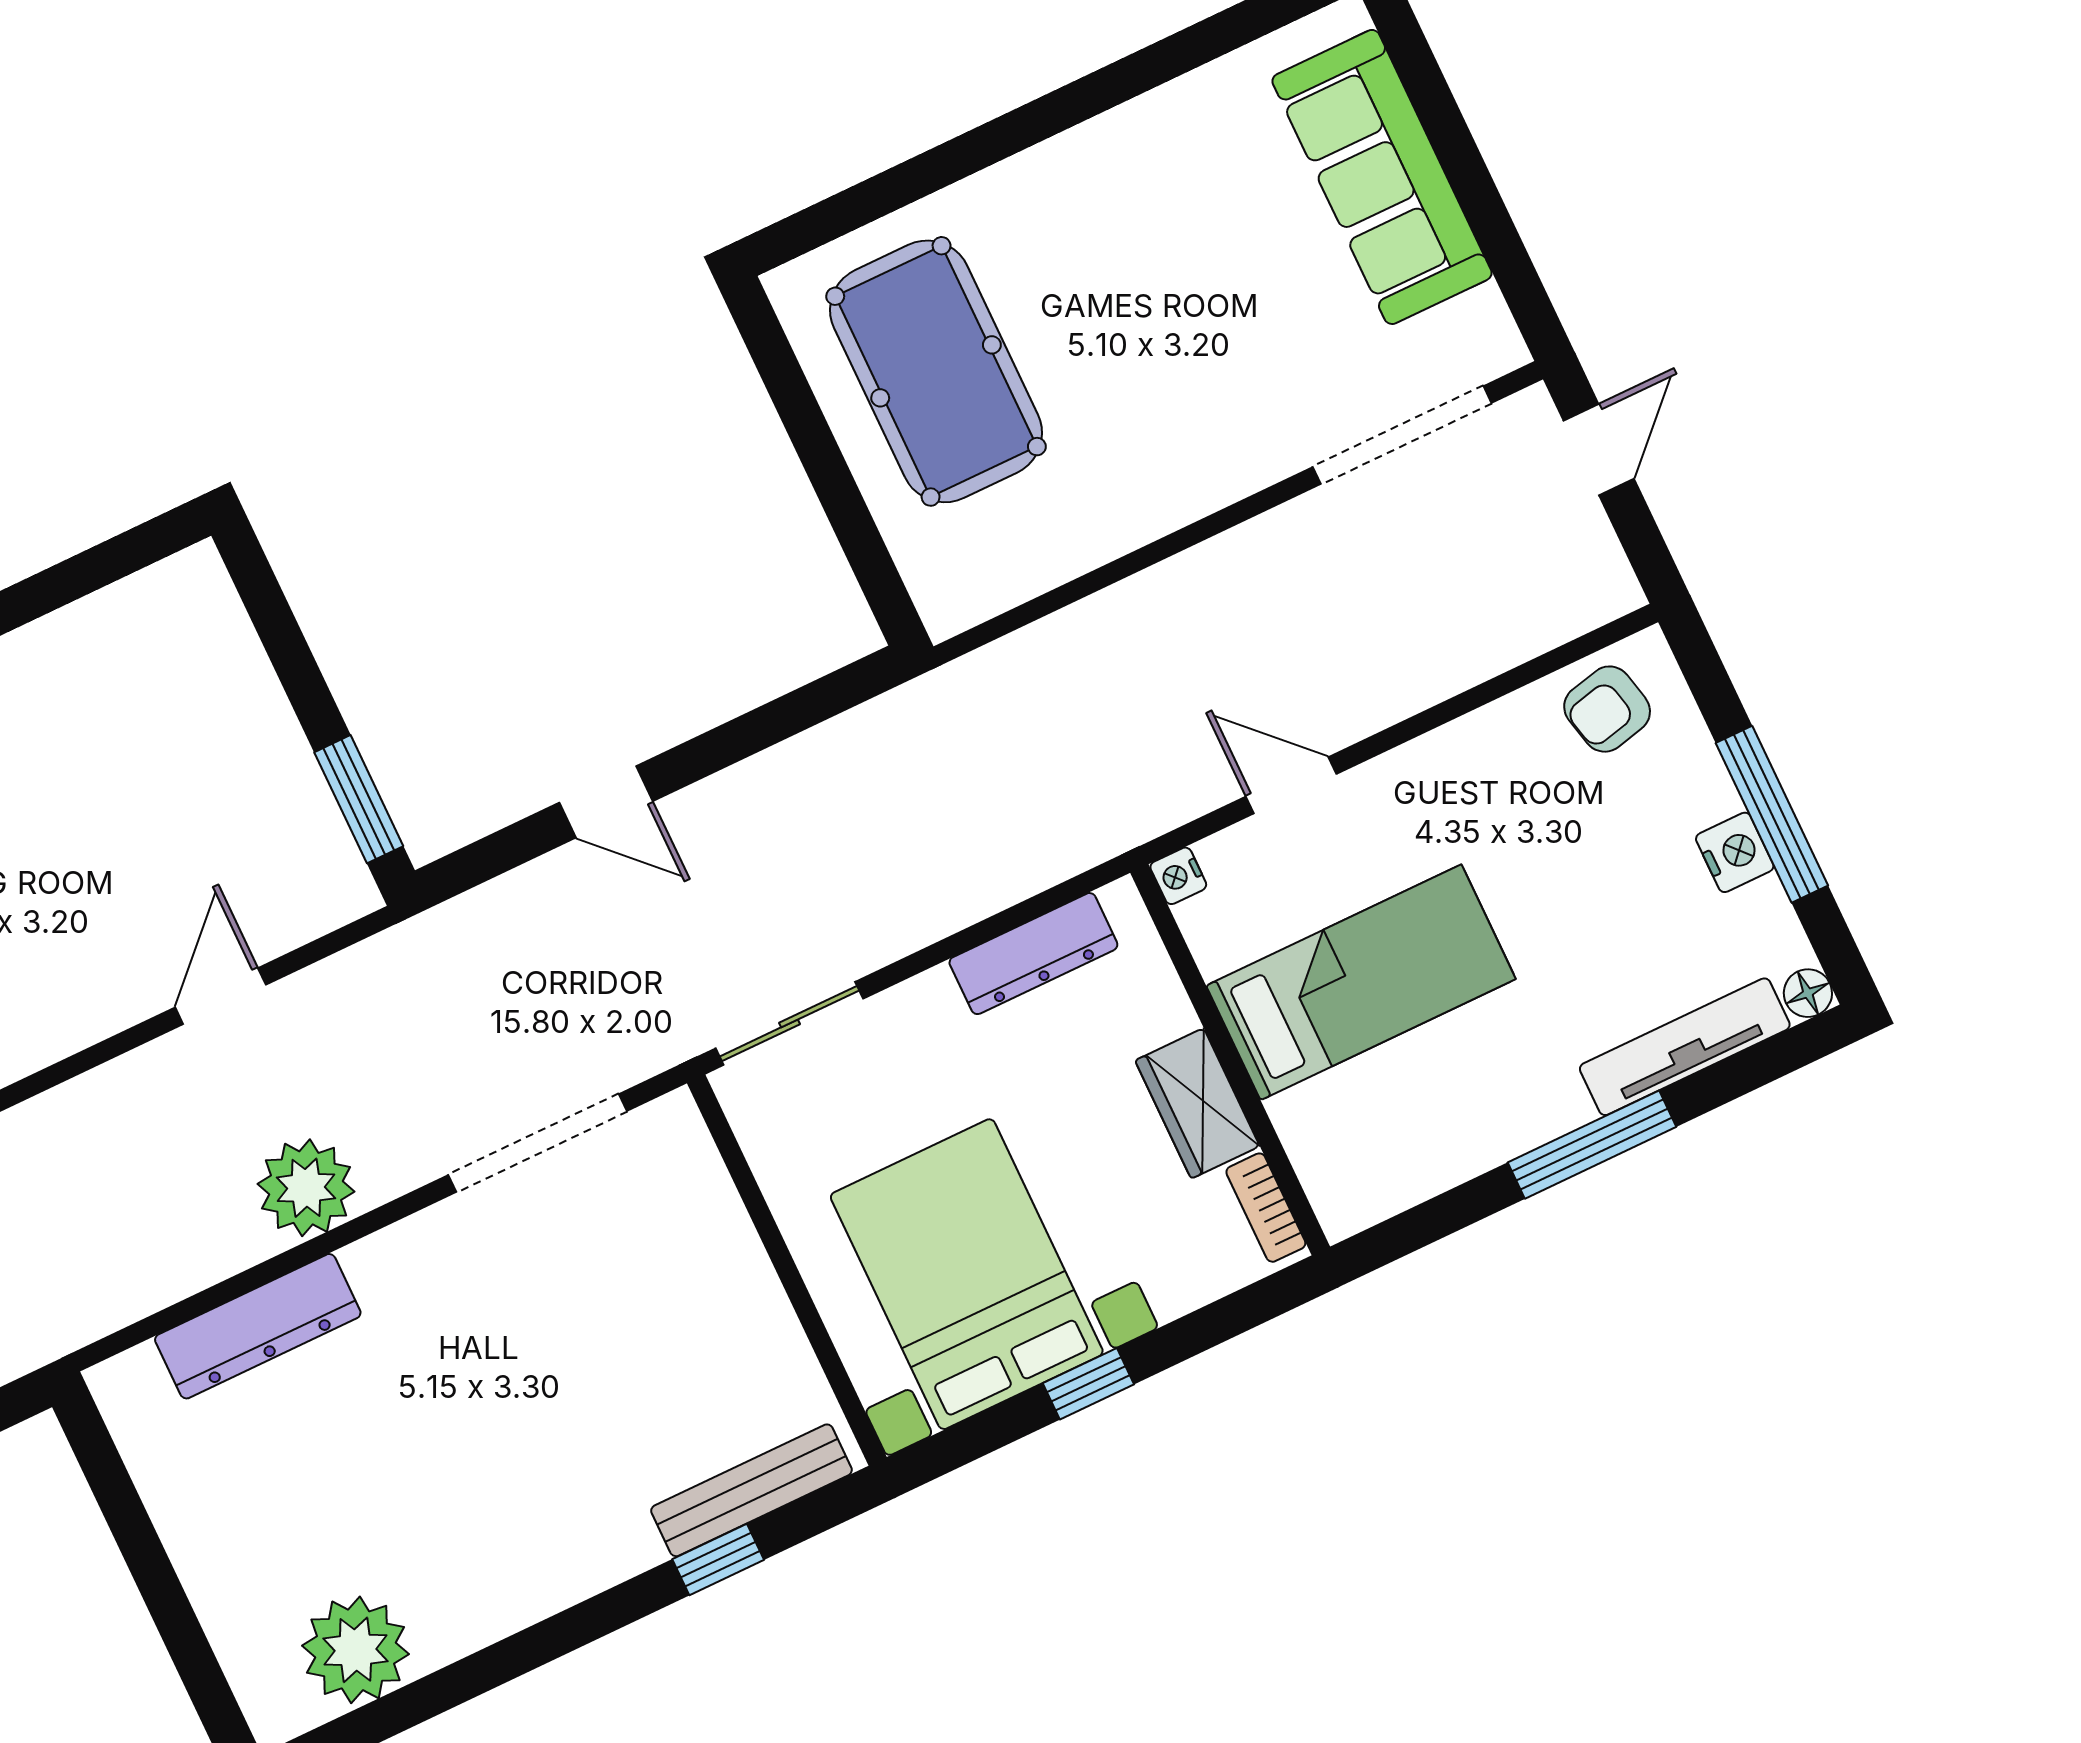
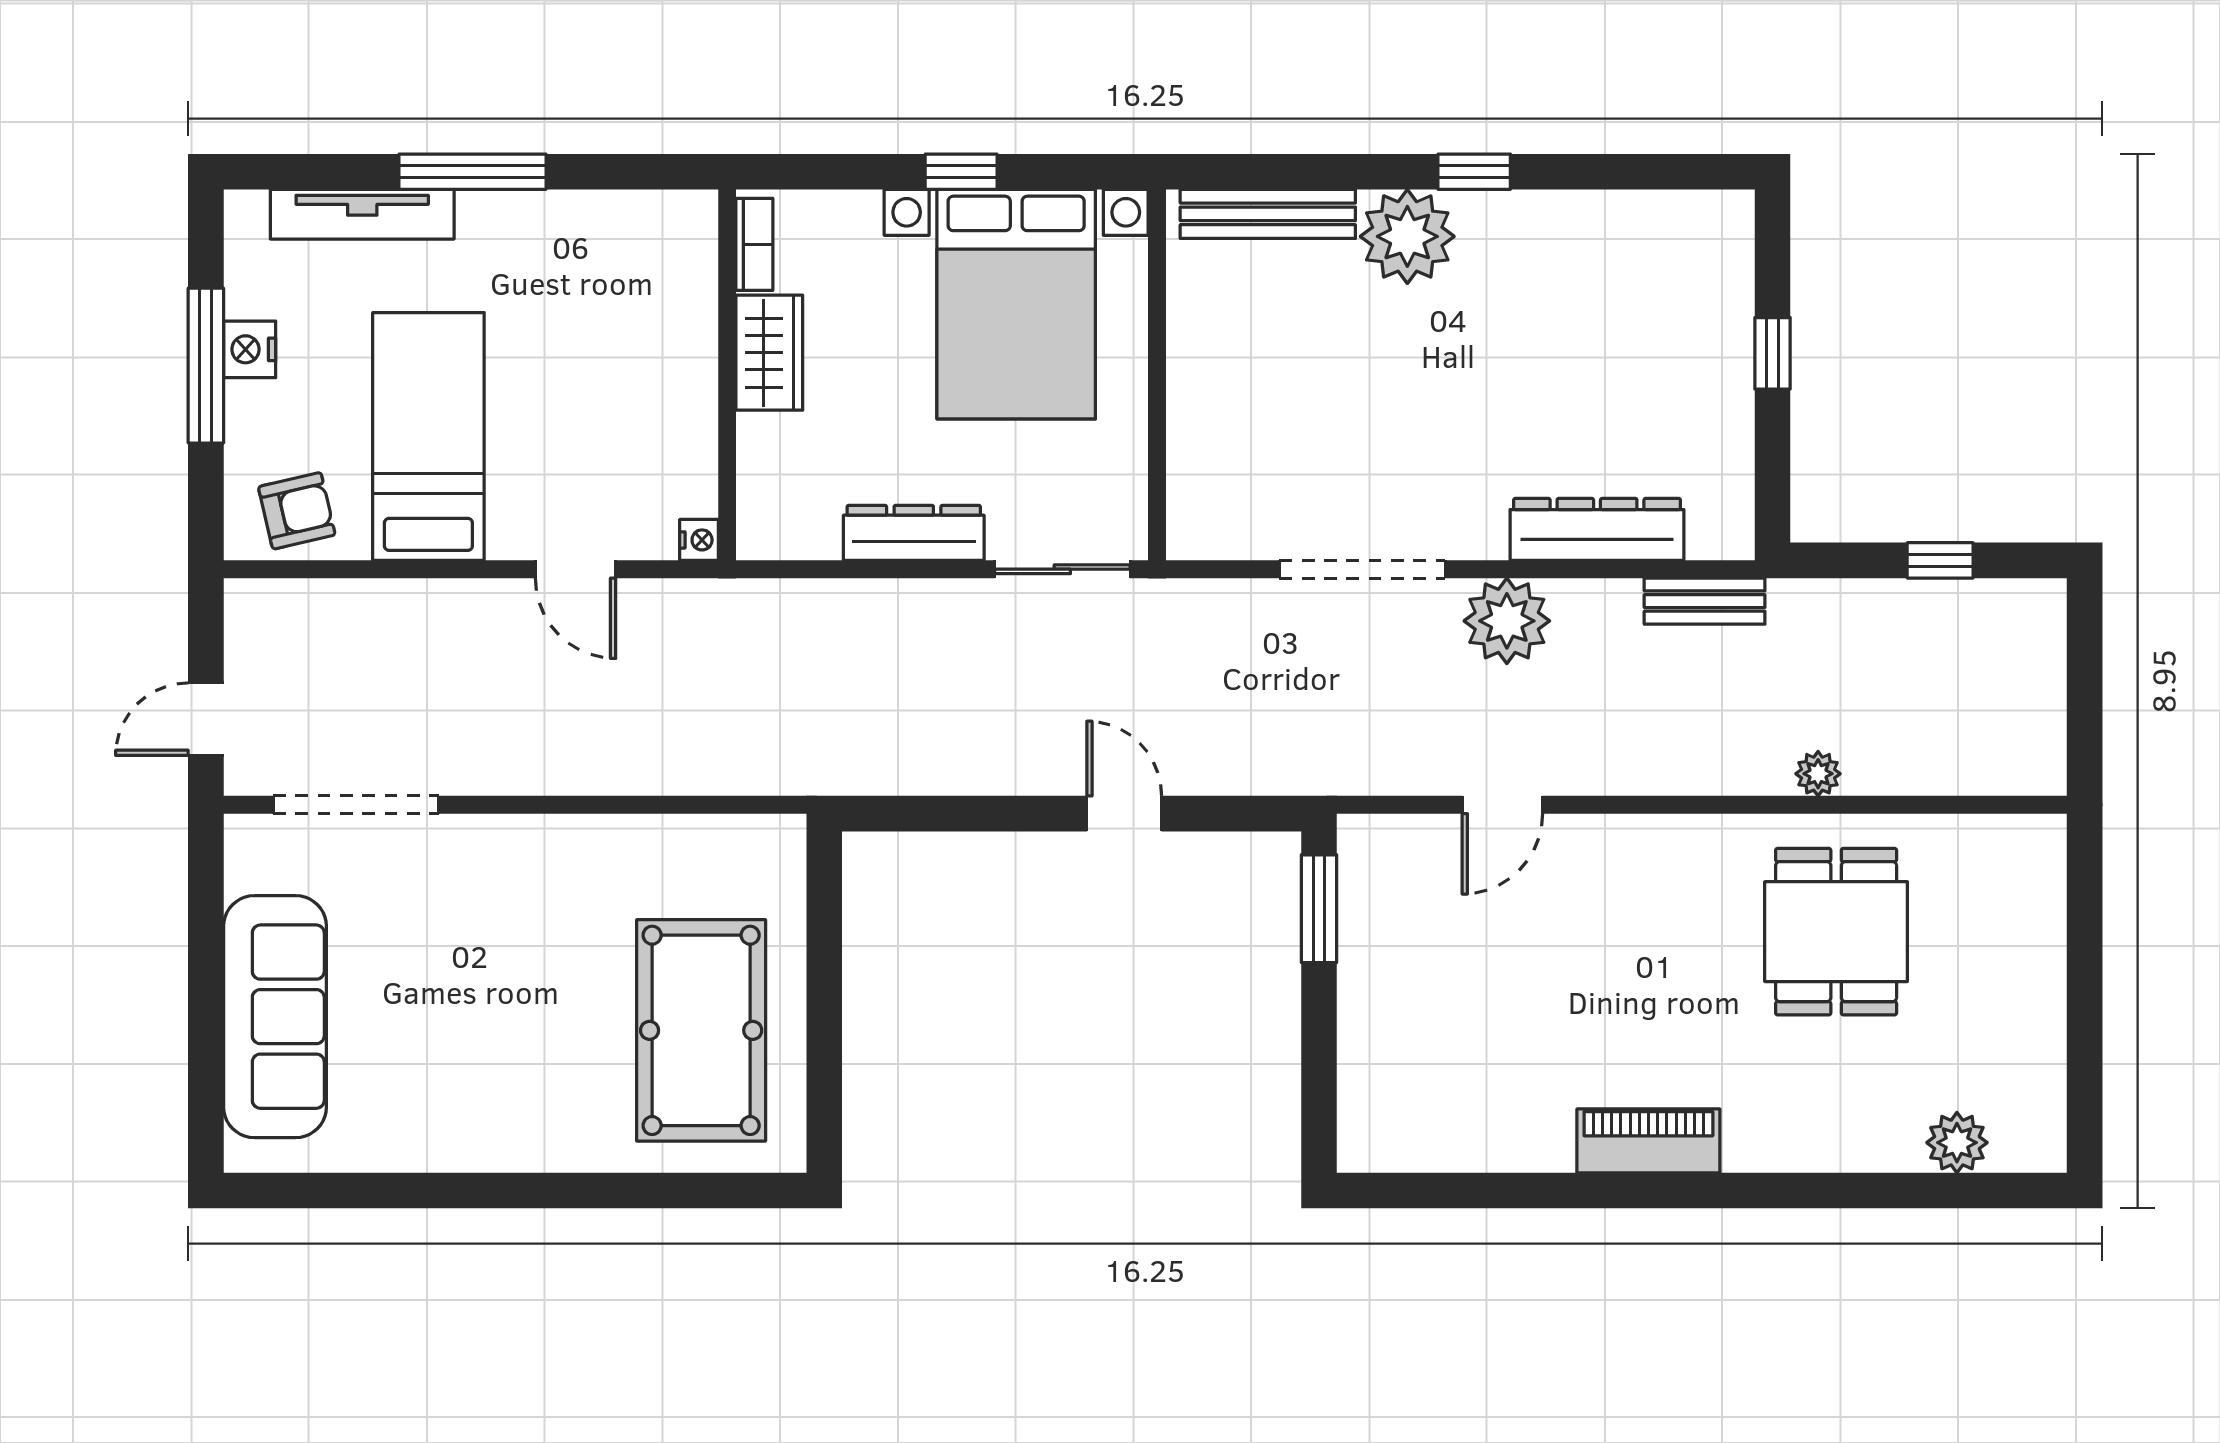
dresser: (1033, 954) -> (914, 533), moved
bed: (1361, 982) -> (428, 437), moved, turned 90
floor lamp: (1808, 993) -> (245, 210), removed
doorway: (538, 1143) -> (1362, 569), moved
bench: (112, 1305) -> (1705, 601), added
window: (718, 1560) -> (1474, 172), moved
window: (163, 1594) -> (1773, 353), added
plant: (355, 1650) -> (1407, 236), moved

